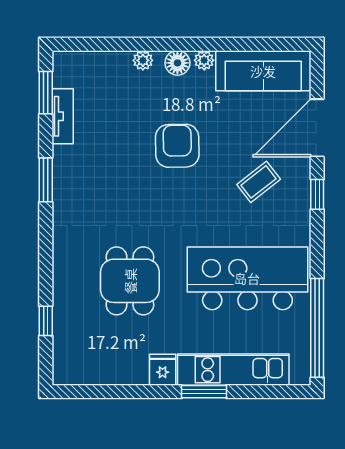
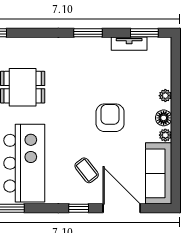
armchair: (177, 146) -> (110, 118), turned -89

